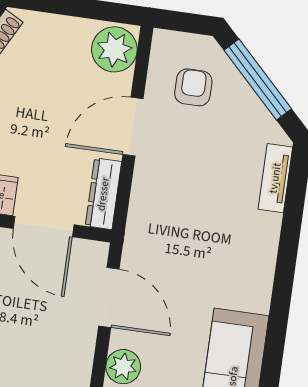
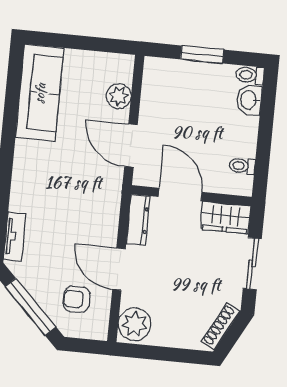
armchair: (193, 87) -> (77, 299), turned 90
door: (133, 127) -> (119, 269), swing flipped

